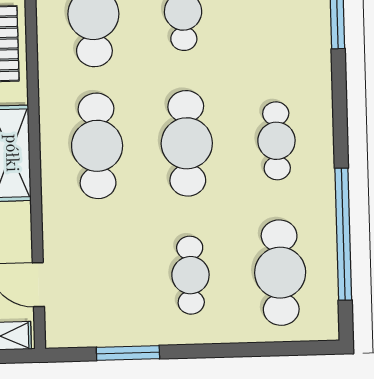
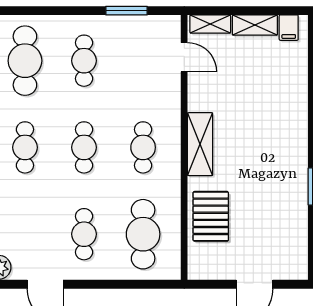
cafe table: (187, 143) -> (84, 147), width x0.73, depth x0.74
cafe table: (97, 146) -> (143, 147), width x0.73, depth x0.74

